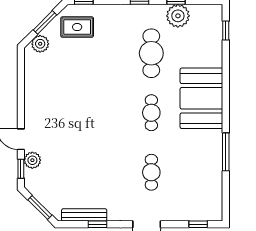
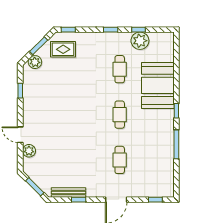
window: (226, 30) -> (176, 111), moved
cafe table: (151, 53) -> (120, 69), width x0.73, depth x0.74
booth: (201, 98) -> (158, 85), moved
window: (21, 169) -> (20, 91), moved

